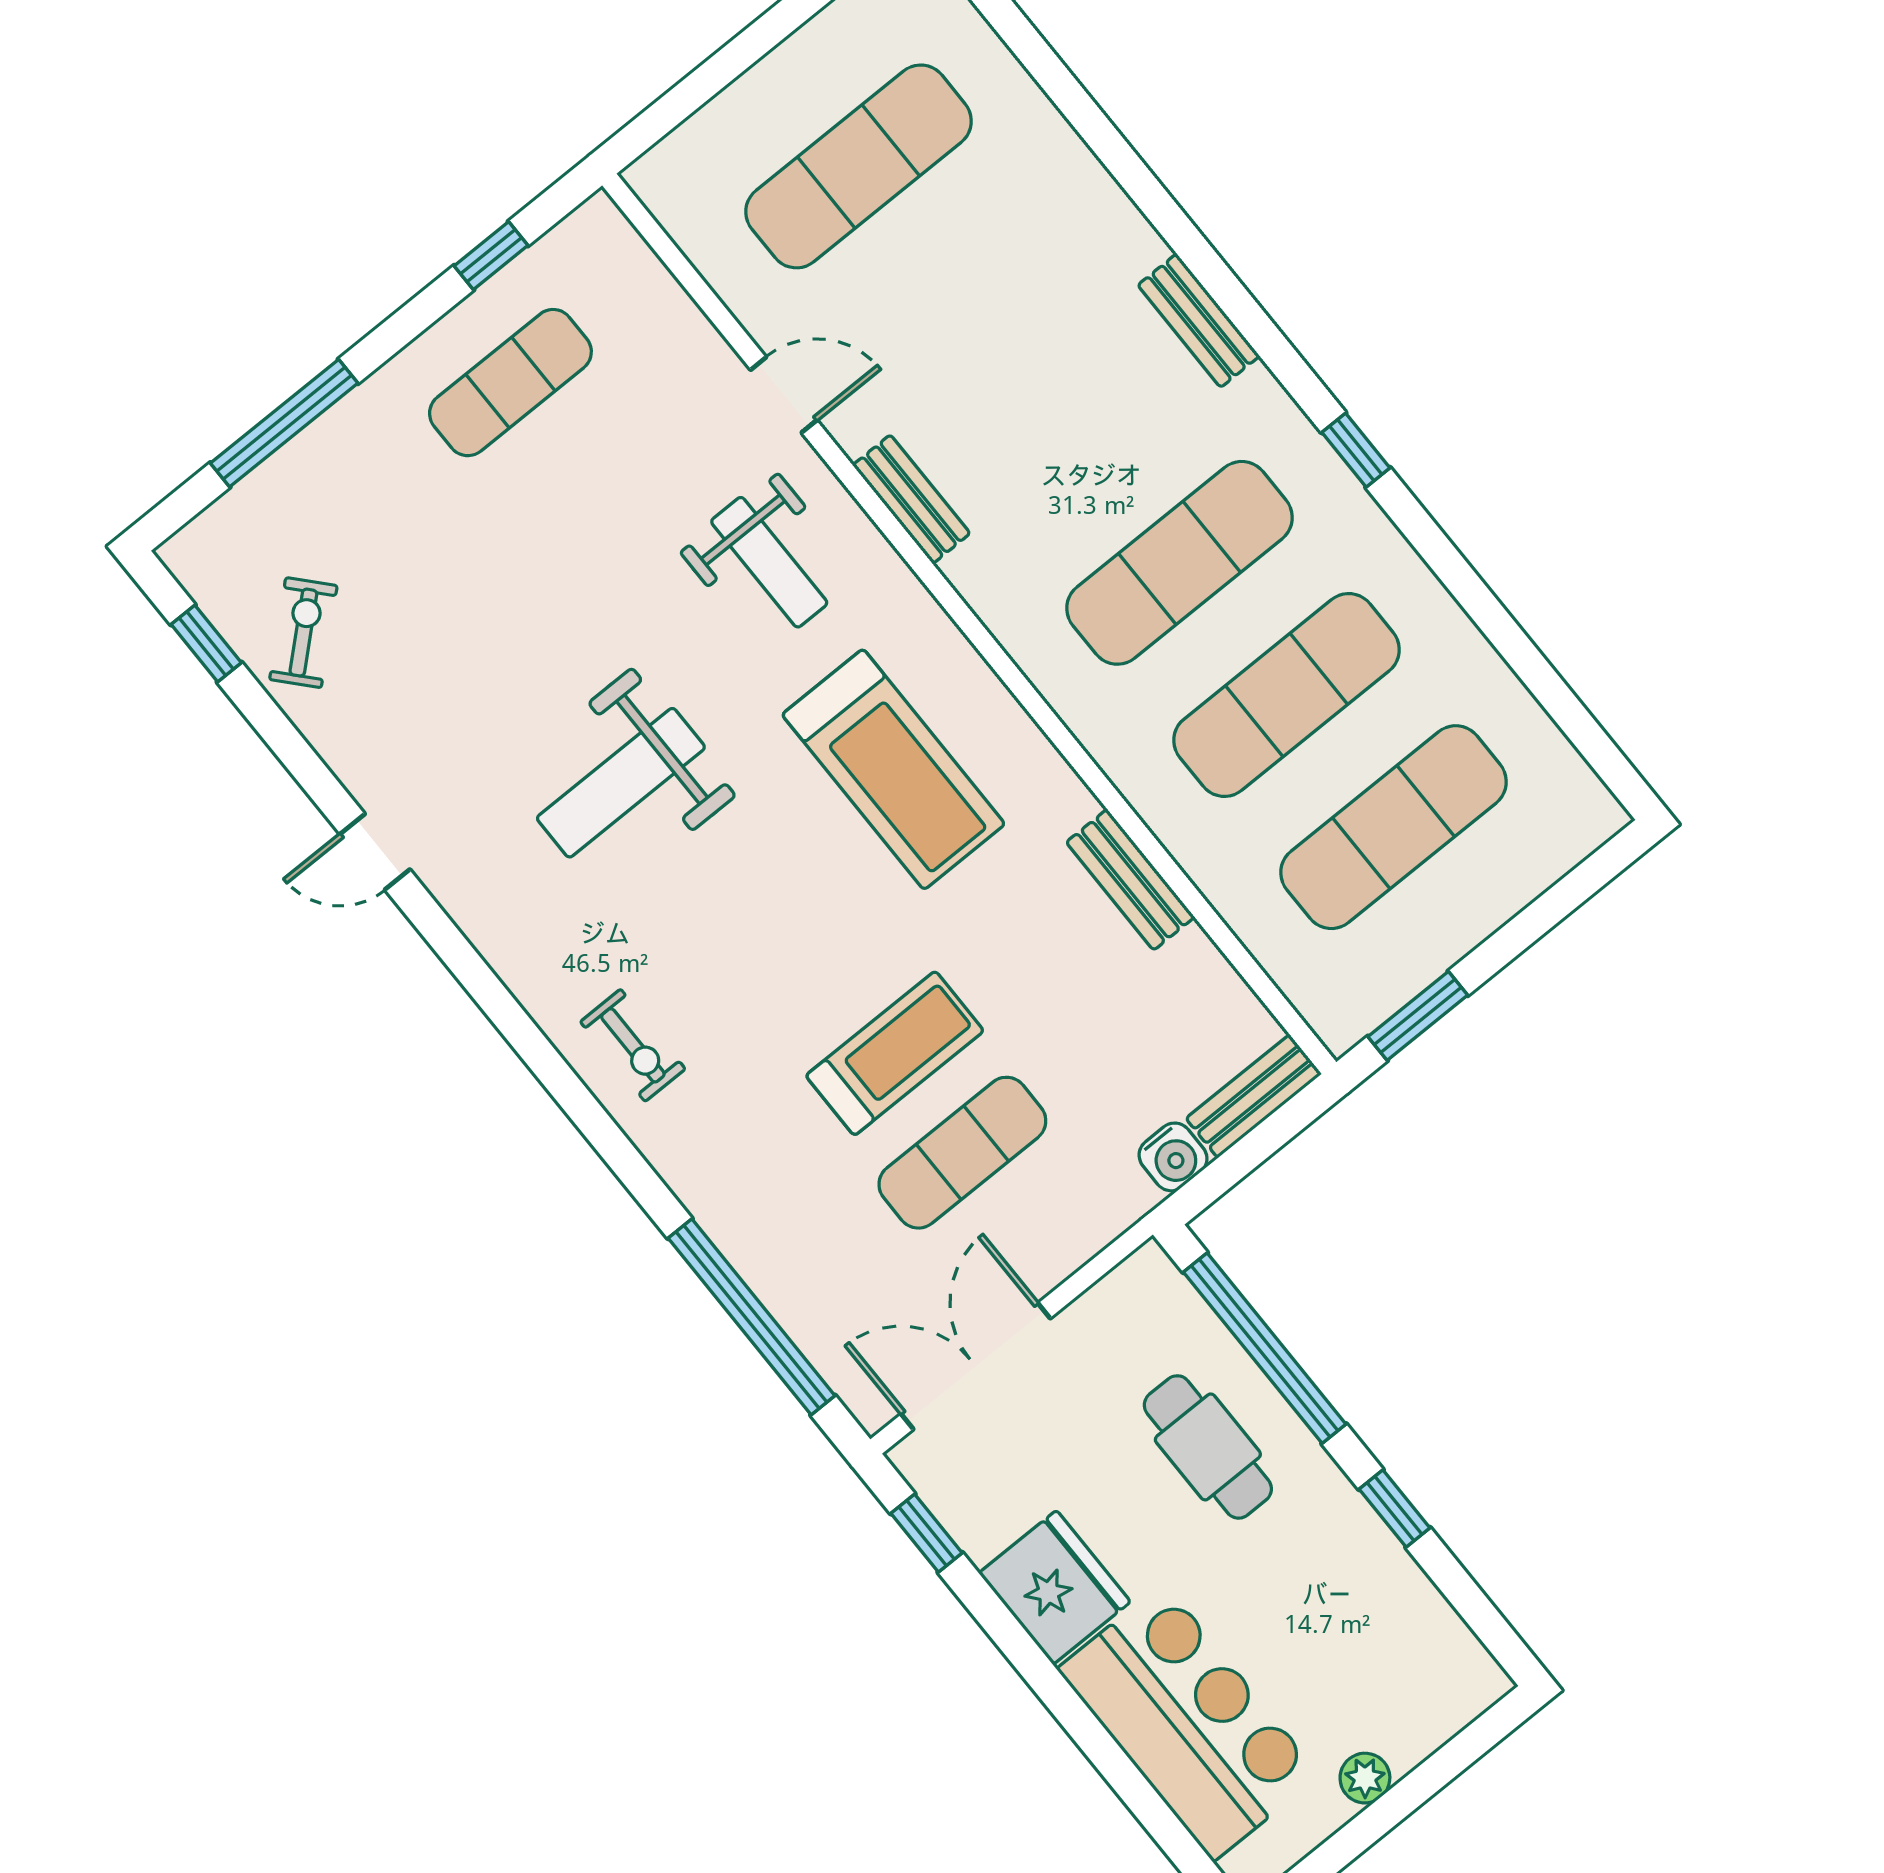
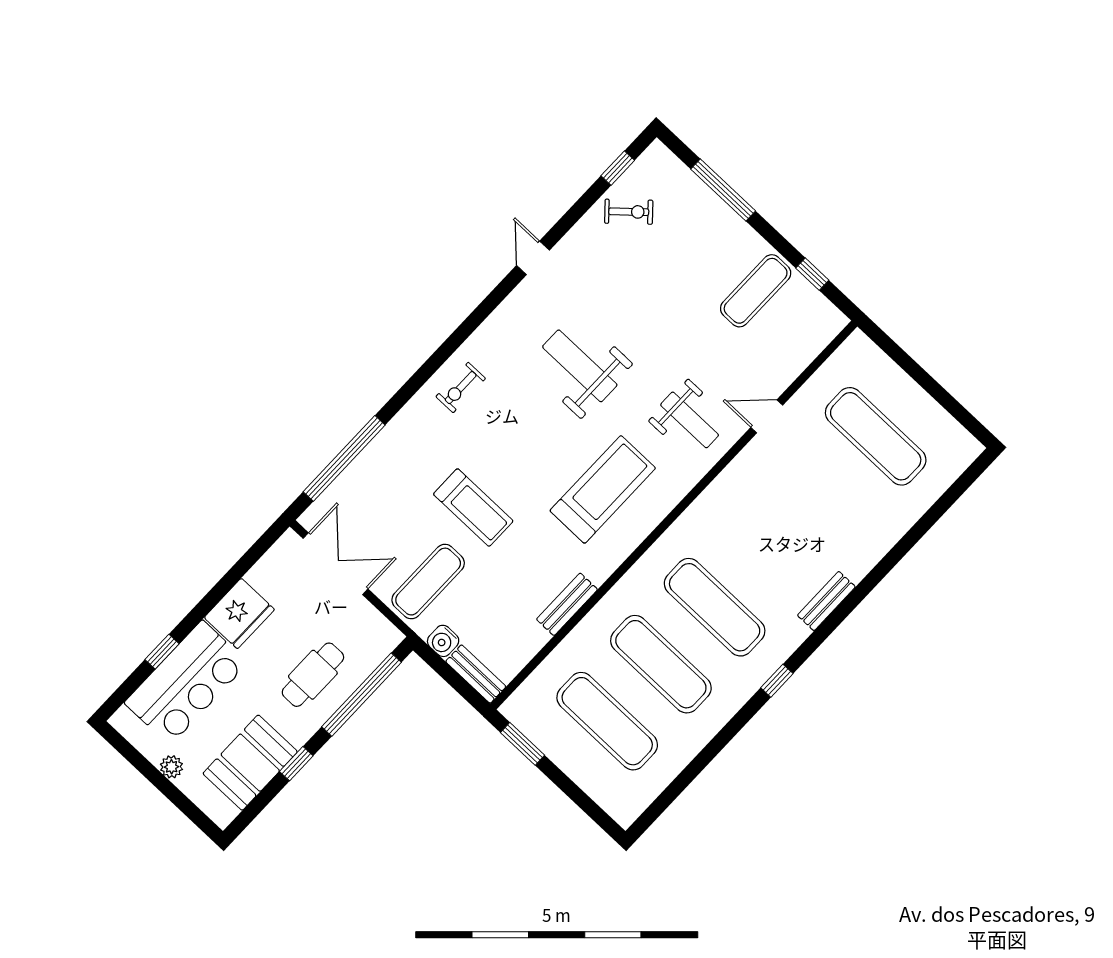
exercise mat: (510, 383) -> (756, 291), turned 90
door: (784, 395) -> (767, 416), swing flipped
bench: (911, 499) -> (727, 481), removed
weight bench: (769, 562) -> (690, 420), turned -90
treadmill: (893, 769) -> (603, 489), turned 180
exercise mat: (962, 1153) -> (428, 582), moved, turned 90
window: (927, 1533) -> (162, 652), moved
booth: (1379, 1607) -> (250, 763), added

